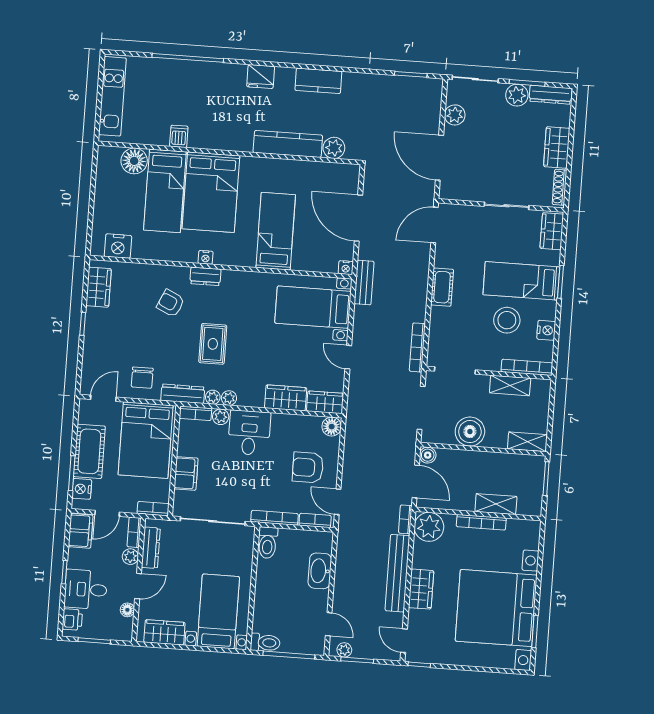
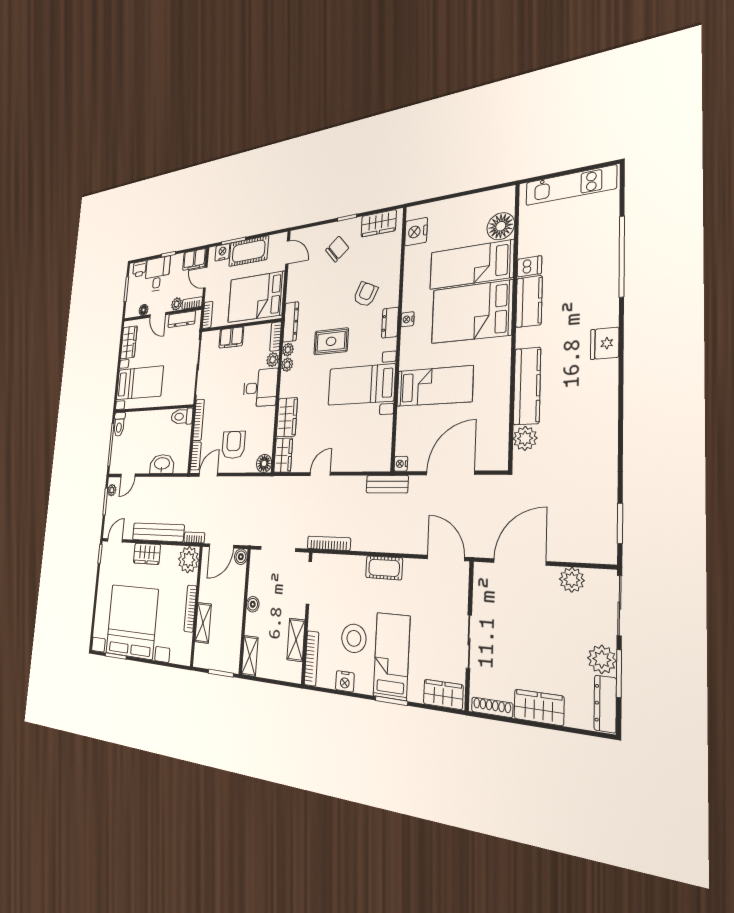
kitchen counter: (318, 81) -> (529, 301), moved, turned 180
bed with nightstands: (313, 307) -> (361, 385), moved, turned -90
chair: (142, 378) -> (337, 249), moved, turned 140
boiler: (470, 432) -> (253, 604), width x0.54, depth x0.54

